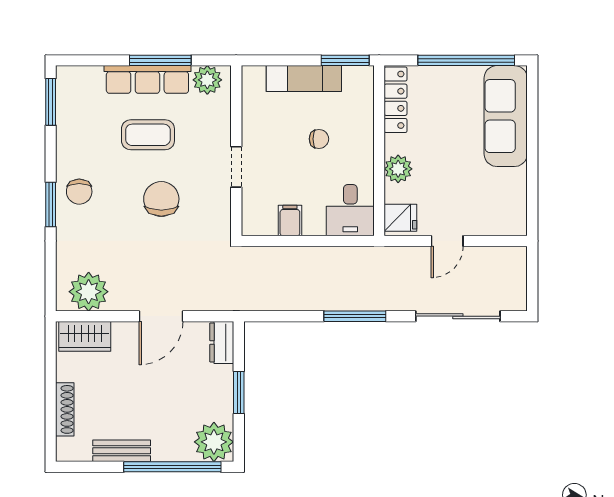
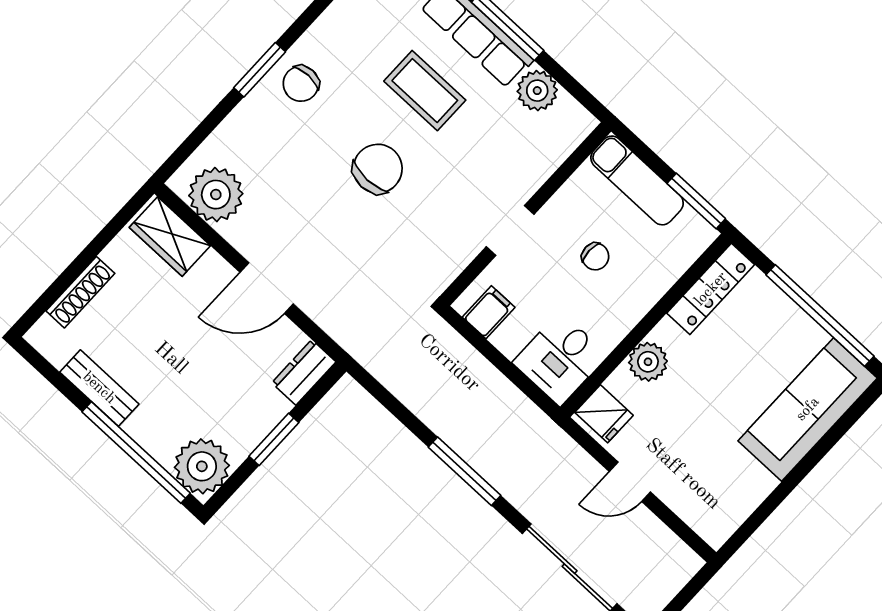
wall: (236, 151) -> (525, 214), moved
doorway: (236, 167) -> (510, 230), moved

